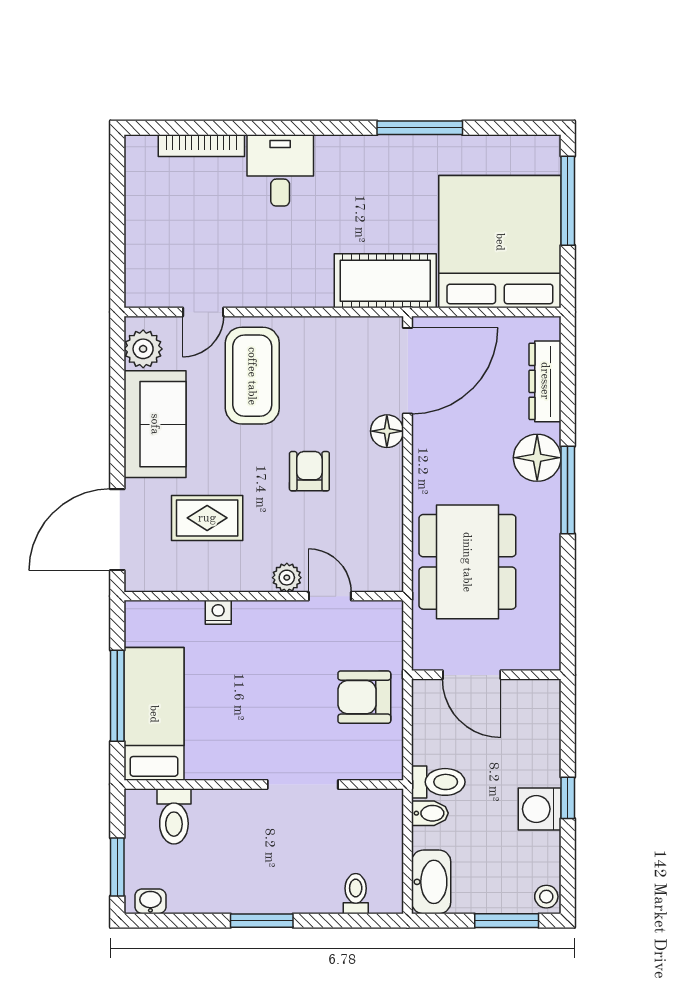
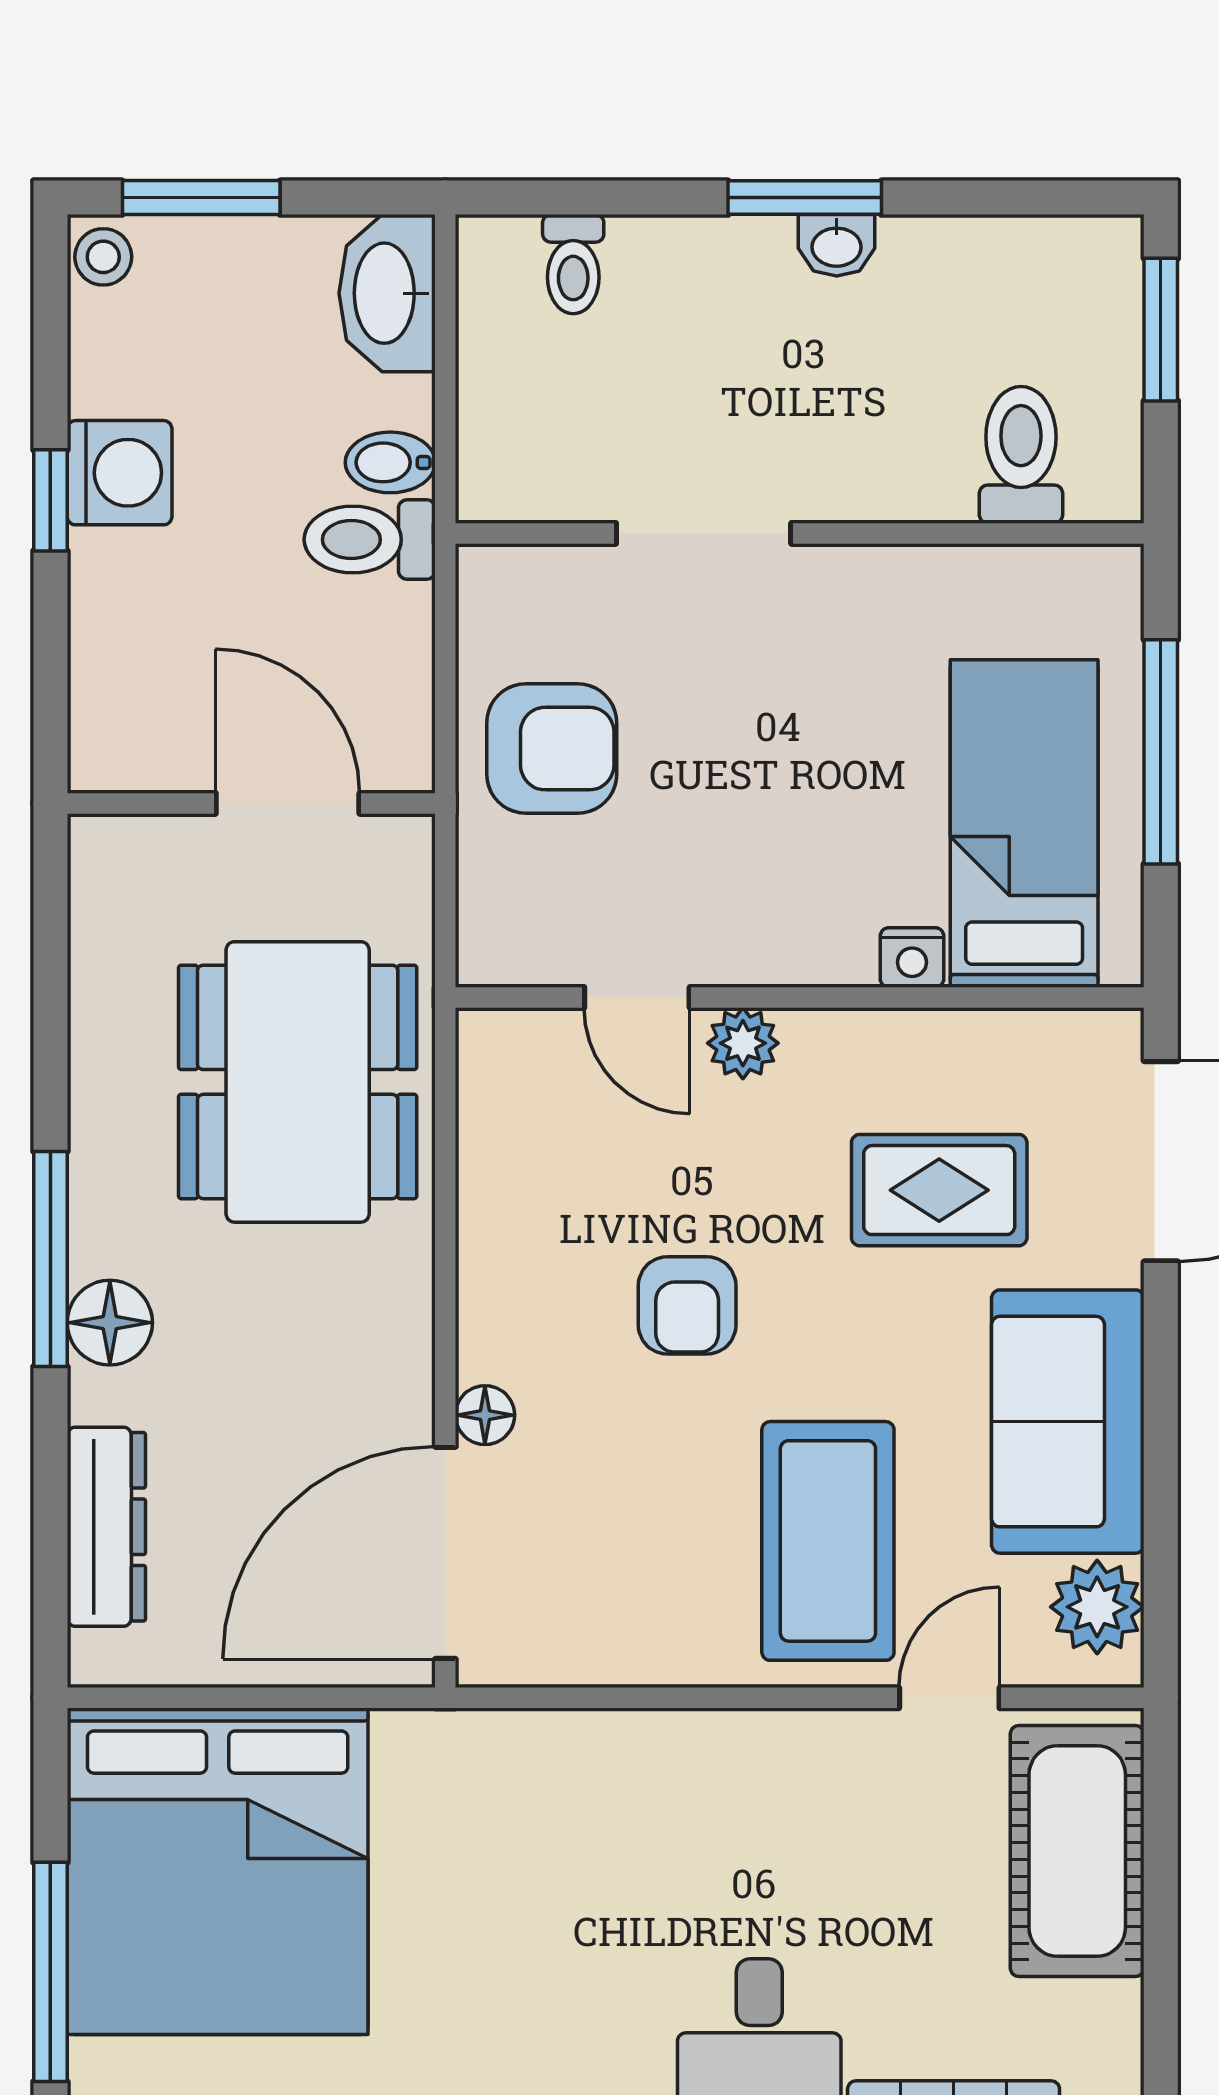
cot: (385, 281) -> (1077, 1851), moved, turned 90
floor lamp: (387, 431) -> (485, 1415), width x0.73, depth x0.73
floor lamp: (537, 458) -> (110, 1323), width x0.73, depth x0.73
bed: (154, 714) -> (1024, 823), moved, turned 180
washbasin: (150, 901) -> (837, 245), moved

